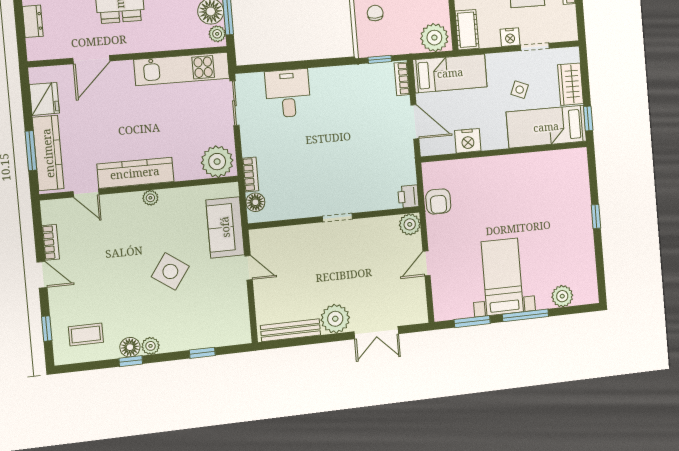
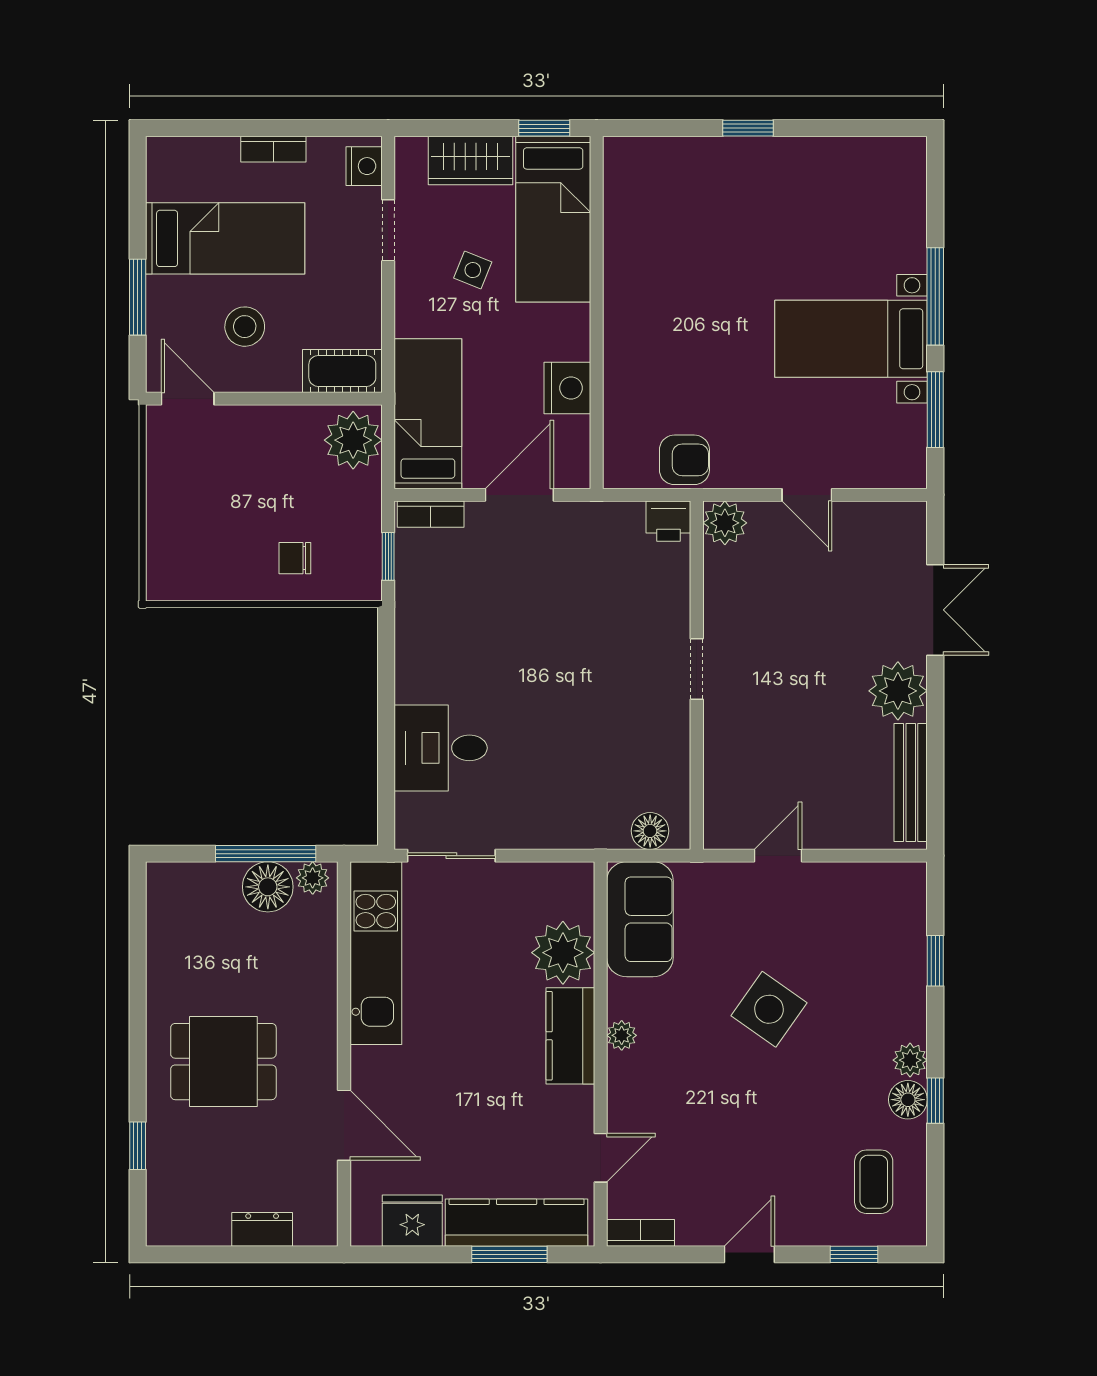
nightstand: (510, 37) -> (364, 166), moved
plant: (217, 162) -> (563, 953), moved
kitchen counter: (135, 173) -> (570, 1036), width x0.67
bookcase: (250, 175) -> (594, 836), removed
sofa: (225, 227) -> (640, 919), moved, turned -90
bookcase: (51, 242) -> (640, 1233), moved
plant: (562, 296) -> (904, 214), removed

